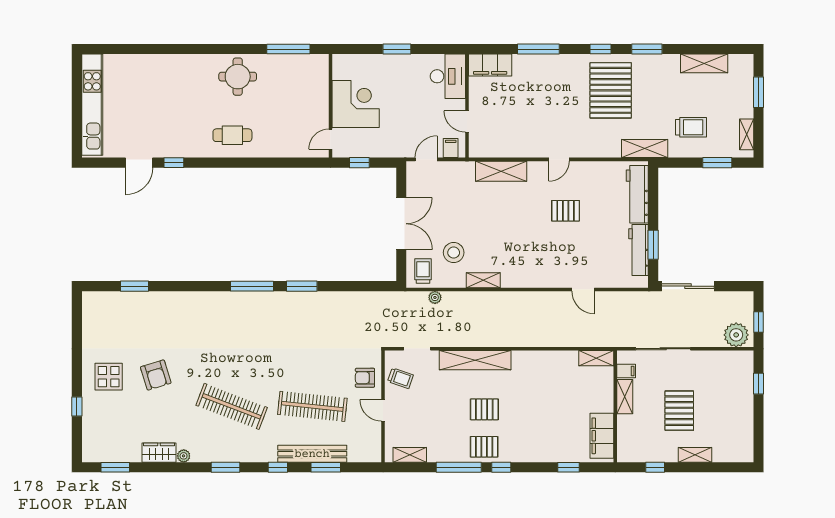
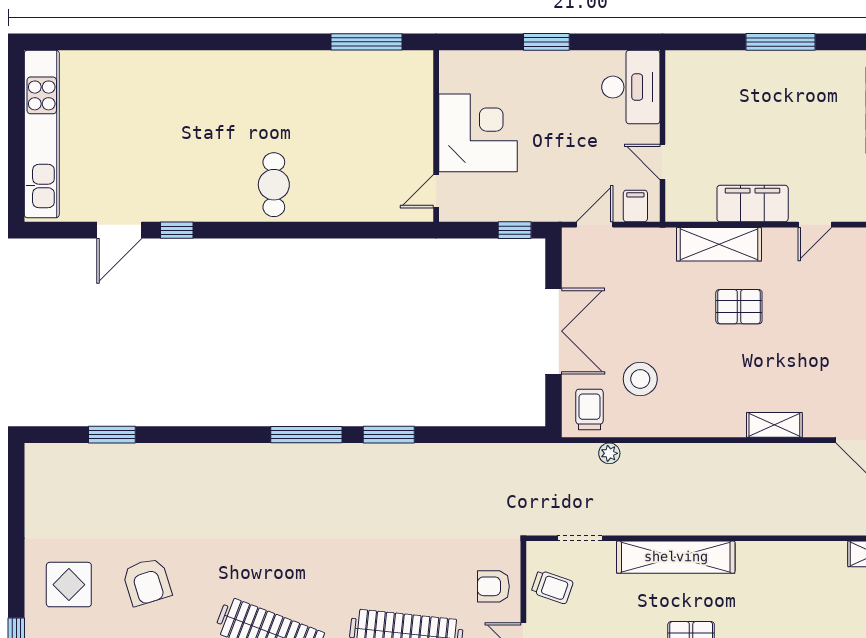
filing cabinet: (490, 65) -> (753, 204), moved, turned 180
round table: (238, 77) -> (283, 87), removed
cafe table: (232, 135) -> (274, 185), turned 90
window: (359, 163) -> (515, 230), moved
pallet: (566, 211) -> (739, 307), moved
shelving: (483, 280) -> (774, 425), moved

